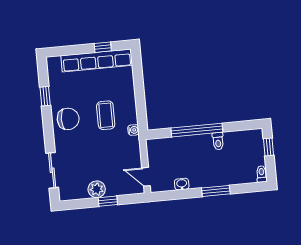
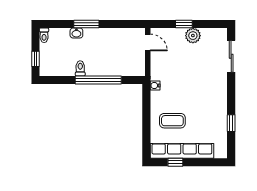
coffee table: (106, 115) -> (172, 121), moved, turned 90
chair: (68, 119) -> (213, 101), removed
washbasin: (182, 184) -> (76, 33), moved

